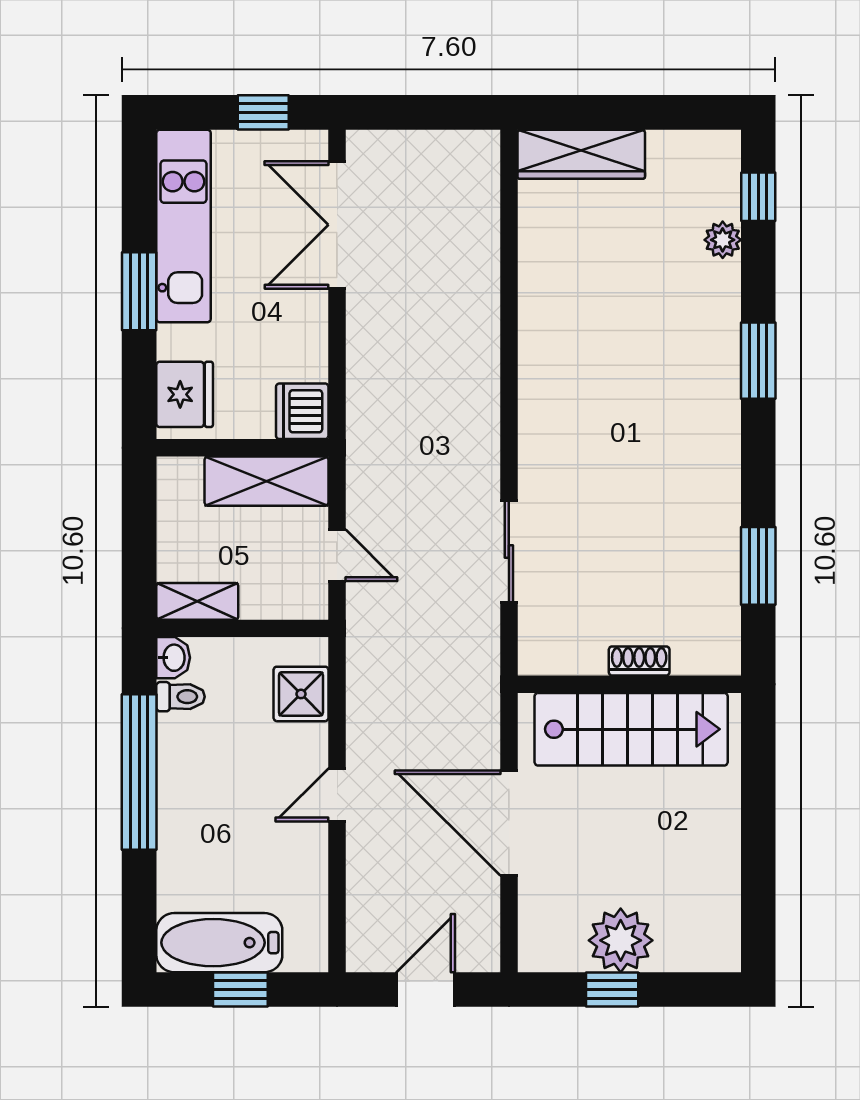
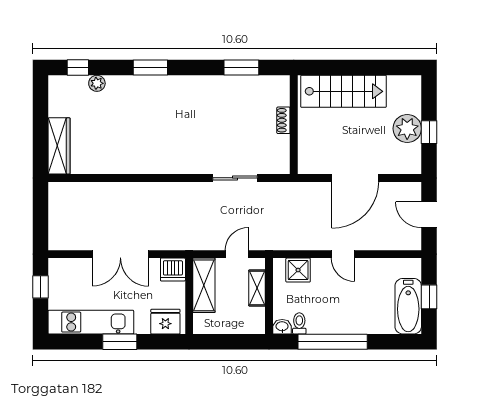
double door: (337, 225) -> (120, 254), moved
shelving: (197, 601) -> (257, 288), moved
stairs: (631, 729) -> (344, 91), moved, turned 90

